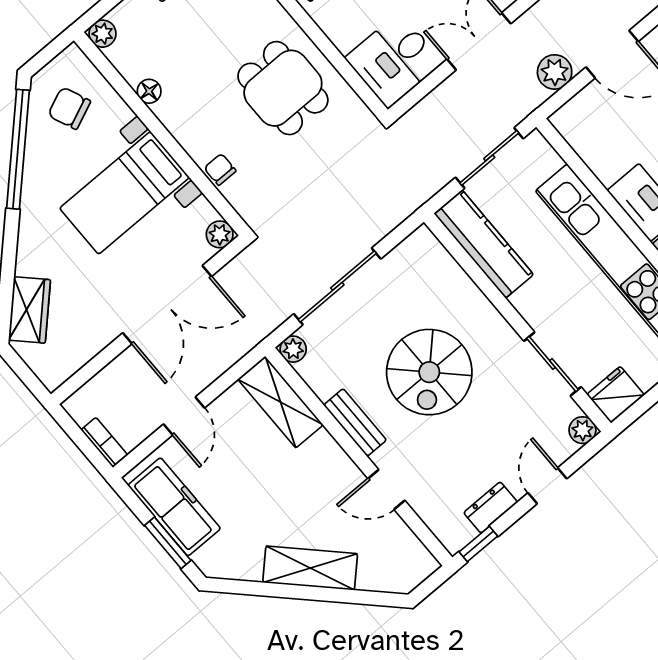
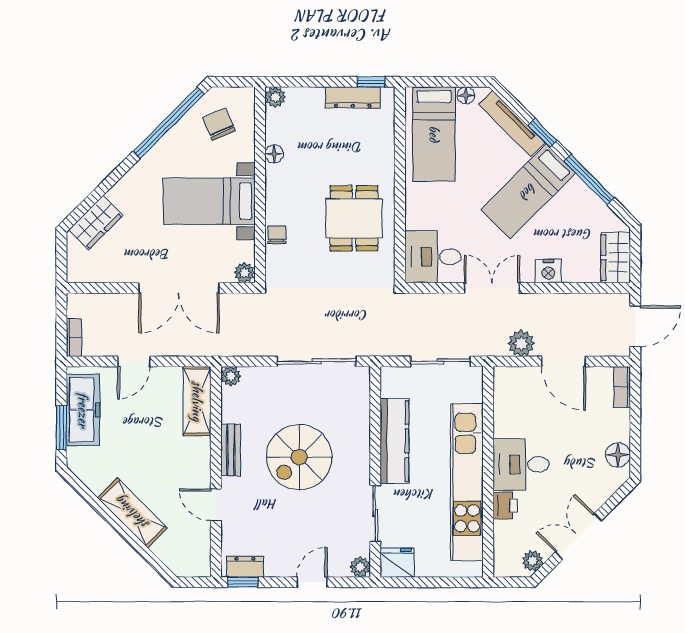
kitchen counter: (484, 244) -> (394, 441), moved
sliding door: (337, 286) -> (317, 361), moved
dresser: (491, 507) -> (245, 567), moved

